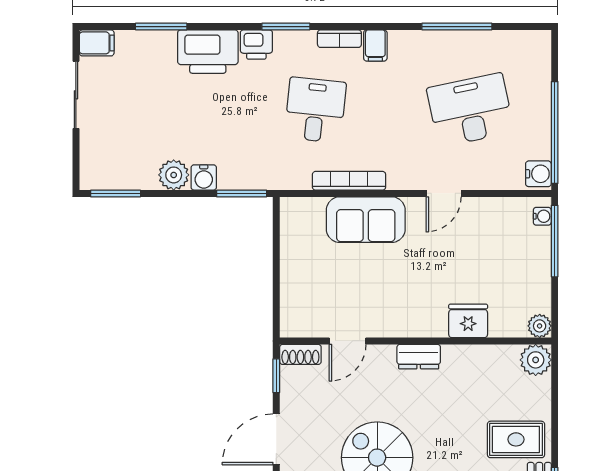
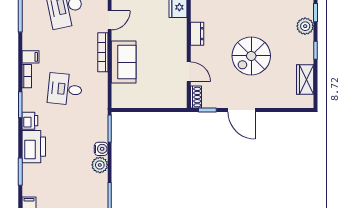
bookcase: (349, 181) -> (103, 52), moved
door: (444, 193) -> (110, 20), hinge flipped

